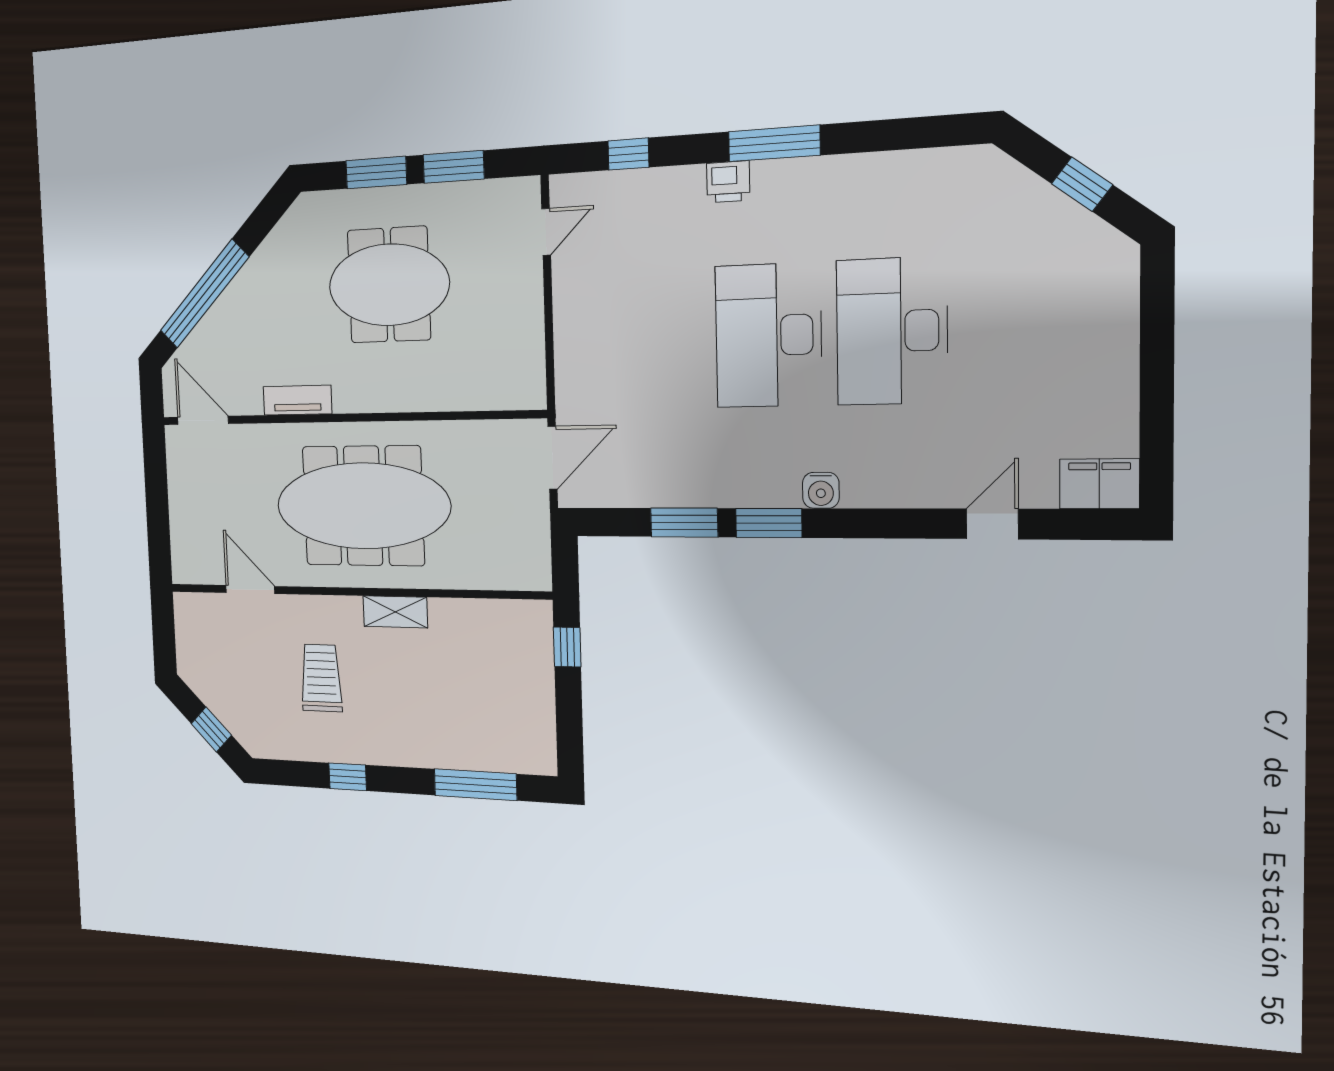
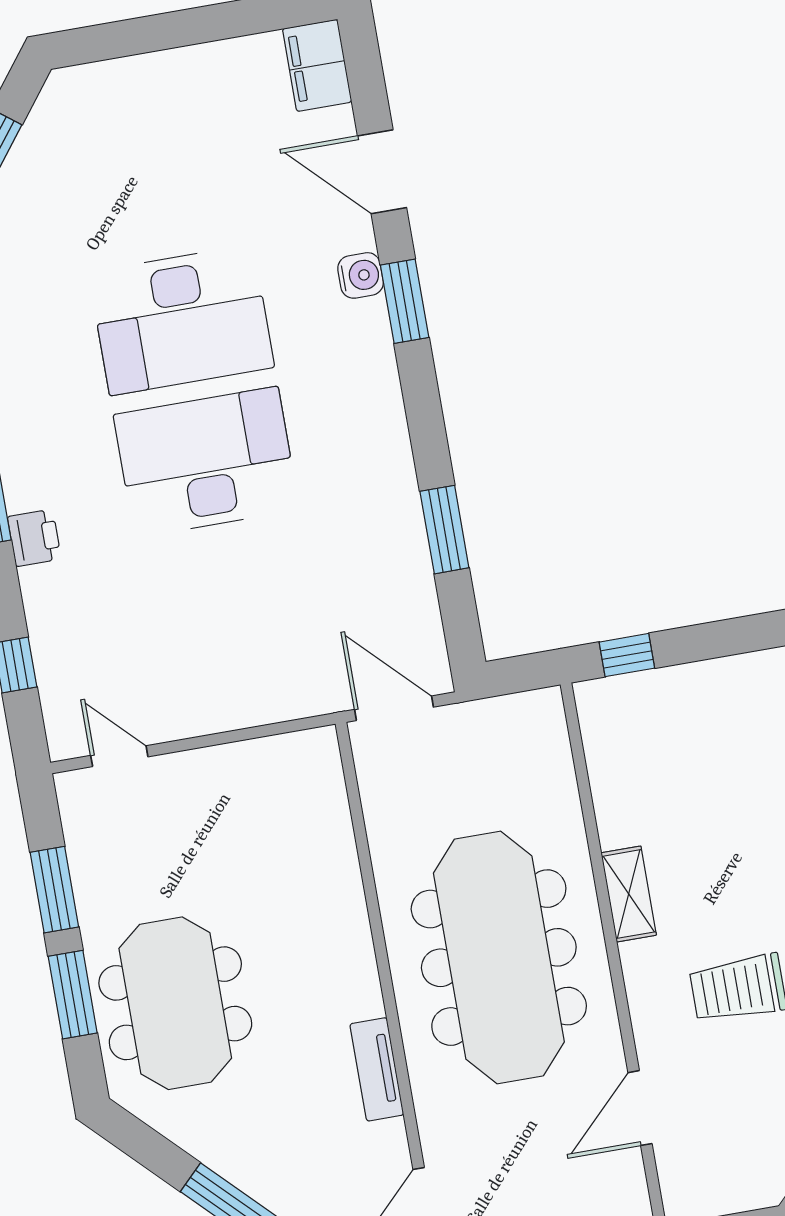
meeting table: (389, 285) -> (175, 1003), moved
desk: (768, 335) -> (206, 462), turned 180
water cooler: (821, 490) -> (361, 275), moved
window: (769, 523) -> (405, 301), moved
door: (992, 524) -> (382, 172), width x1.38

